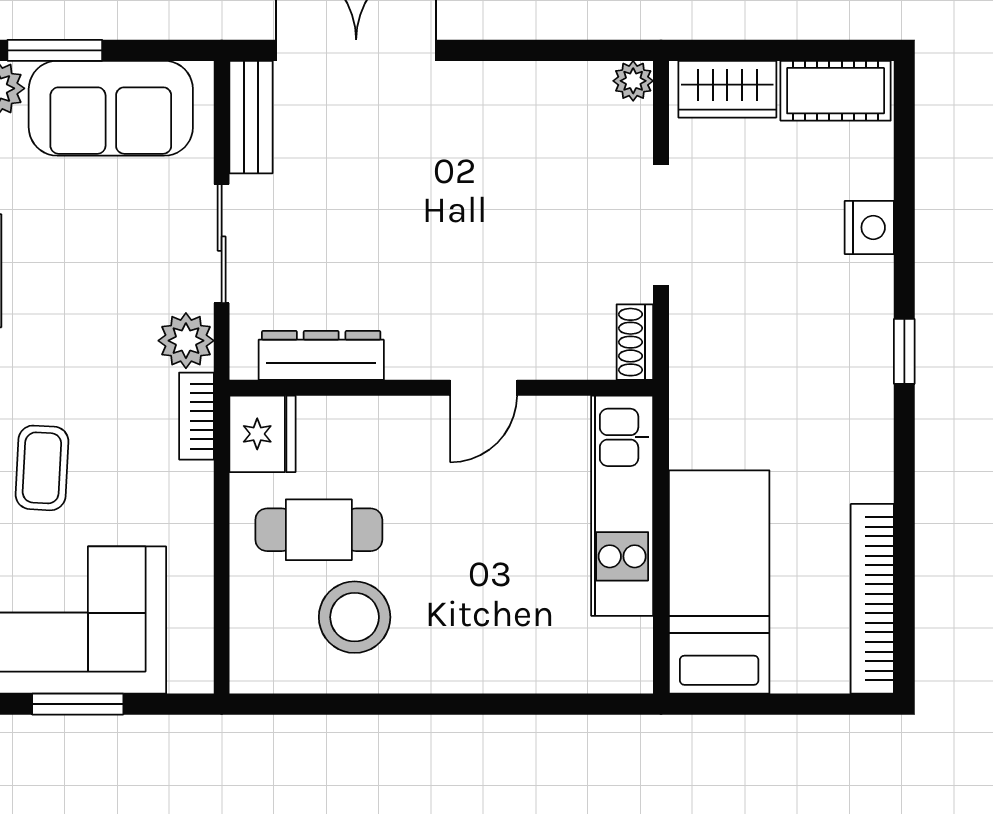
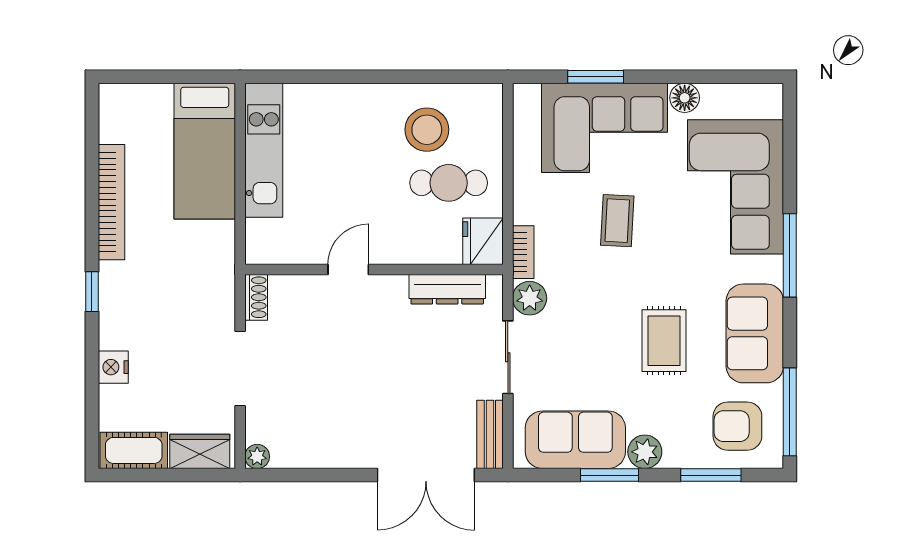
kitchen unit: (622, 506) -> (264, 150), moved
bookcase: (872, 599) -> (111, 202), moved

